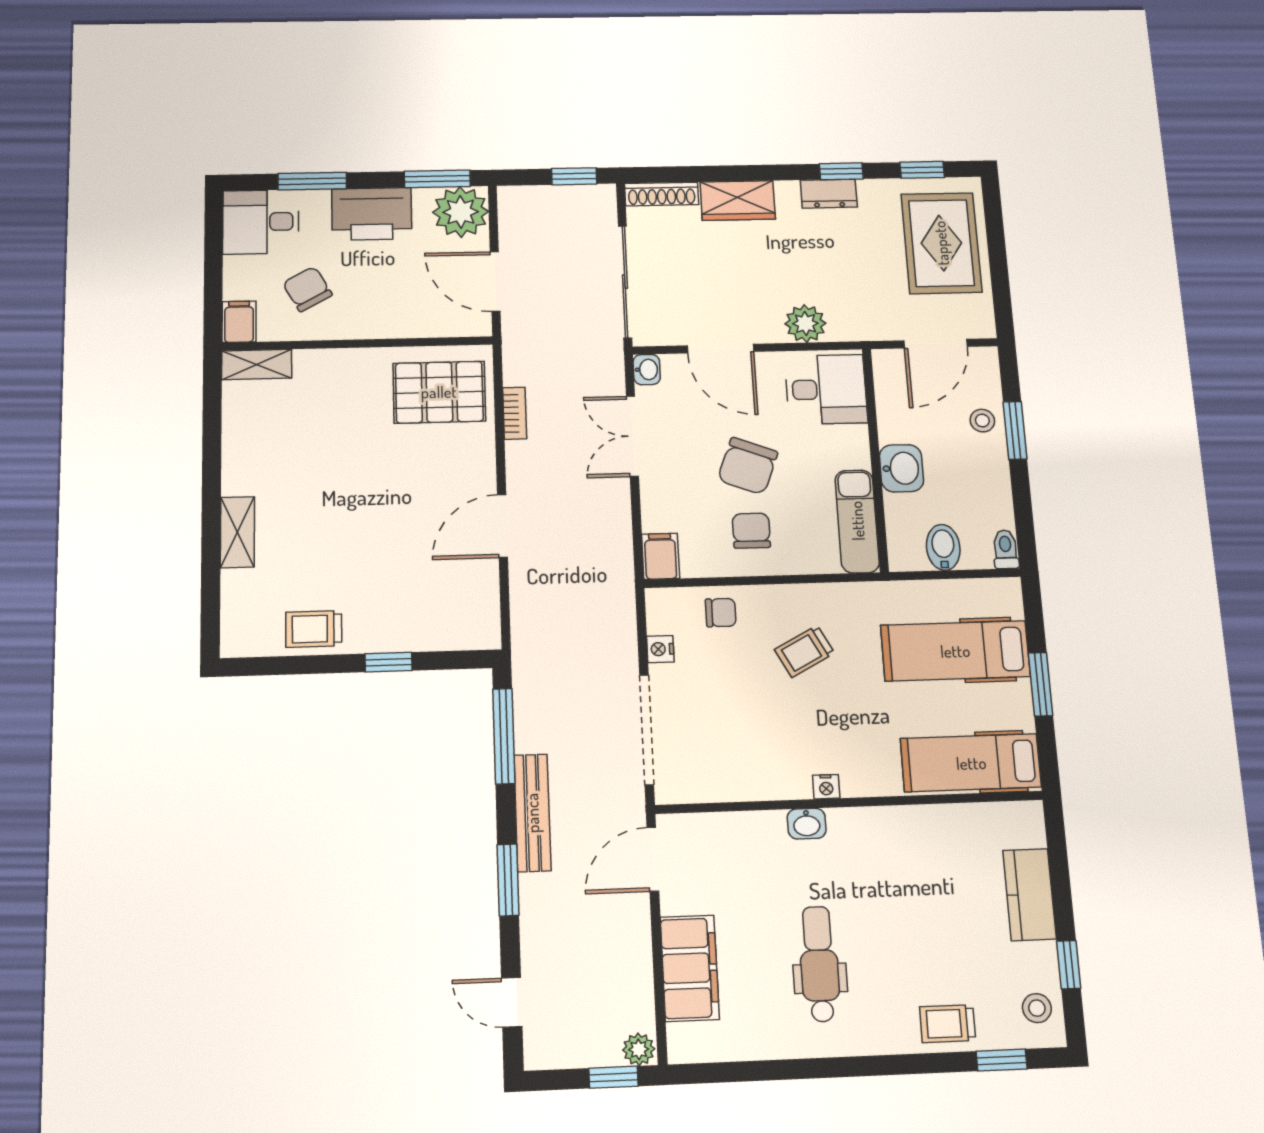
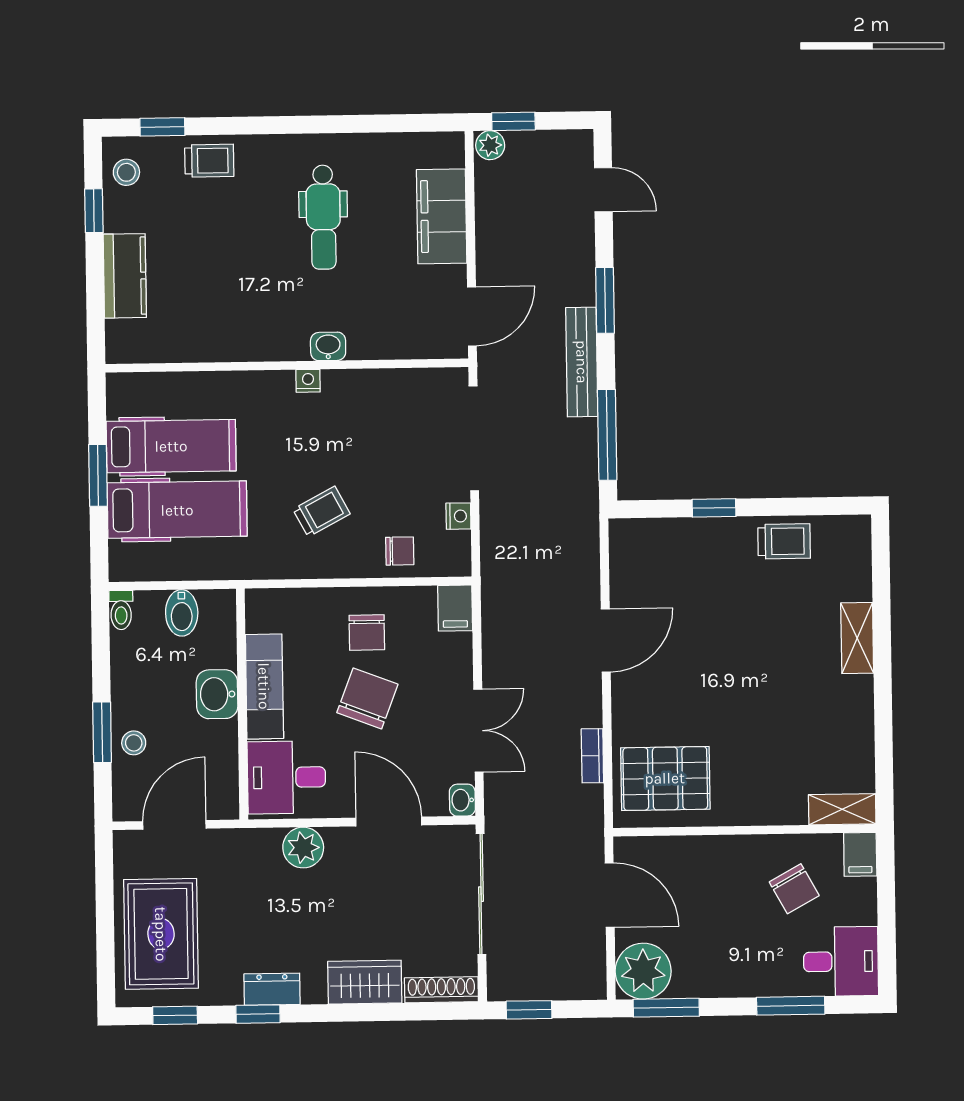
printer: (372, 214) -> (732, 969), removed
exam couch: (857, 521) -> (264, 686), moved
chair: (721, 613) -> (400, 551), turned 180
hospital bed: (971, 763) -> (171, 446), moved

